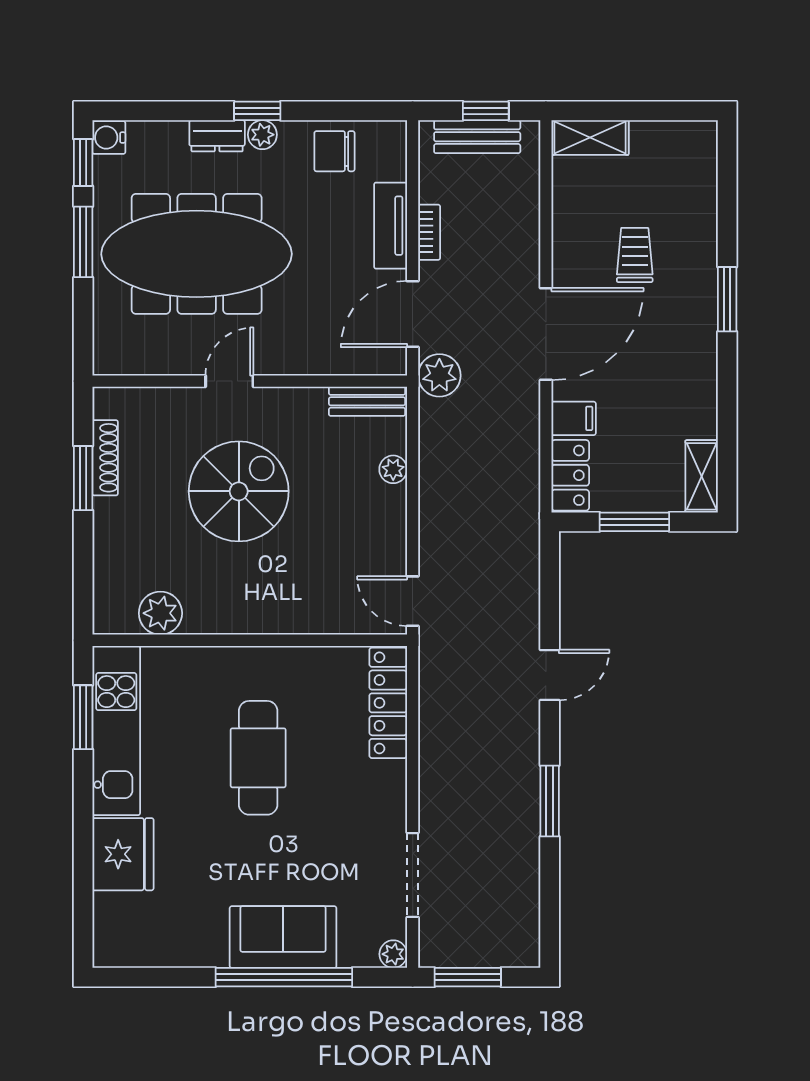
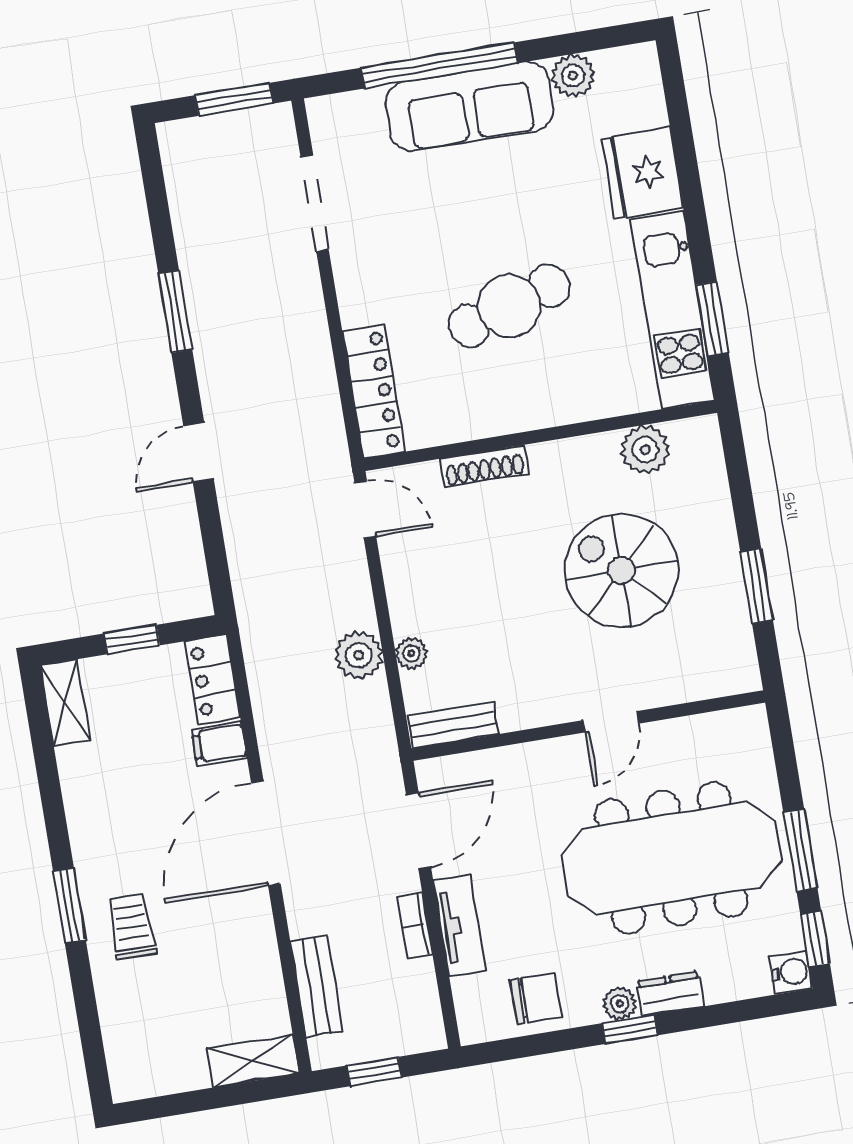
bench: (477, 137) -> (317, 987), moved, turned 90
trolley: (635, 255) -> (132, 927), moved, turned 180
plant: (439, 375) -> (359, 655), moved
shoe rack: (105, 458) -> (484, 466), moved, turned -90
spiral stairs: (239, 491) -> (621, 570), moved, turned 90
window: (634, 522) -> (132, 639), width x0.67
cafe table: (258, 758) -> (509, 306), turned 73
sofa: (283, 937) -> (470, 106), width x1.36
plant: (393, 954) -> (573, 76), moved, width x1.38, depth x1.38

